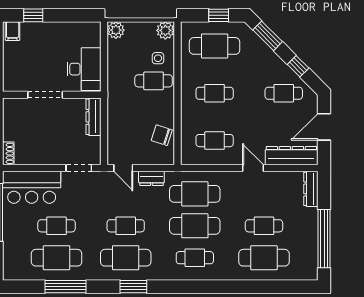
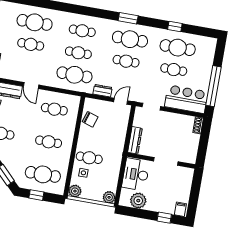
plant: (74, 33) -> (138, 201), added
door: (123, 168) -> (121, 101), hinge flipped
cafe table: (195, 226) -> (78, 53), width x0.73, depth x0.74
window: (65, 287) -> (175, 27), width x0.46

